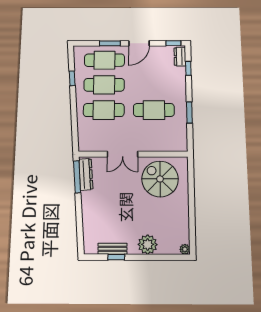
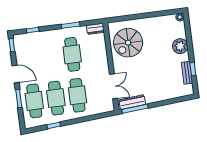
dresser: (180, 57) -> (95, 29), moved
double door: (123, 154) -> (113, 86), moved

